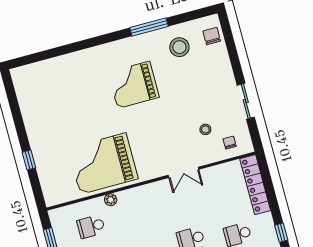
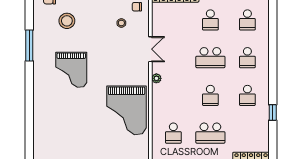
stool: (179, 47) -> (67, 21), moved
plant: (111, 200) -> (156, 78), moved

